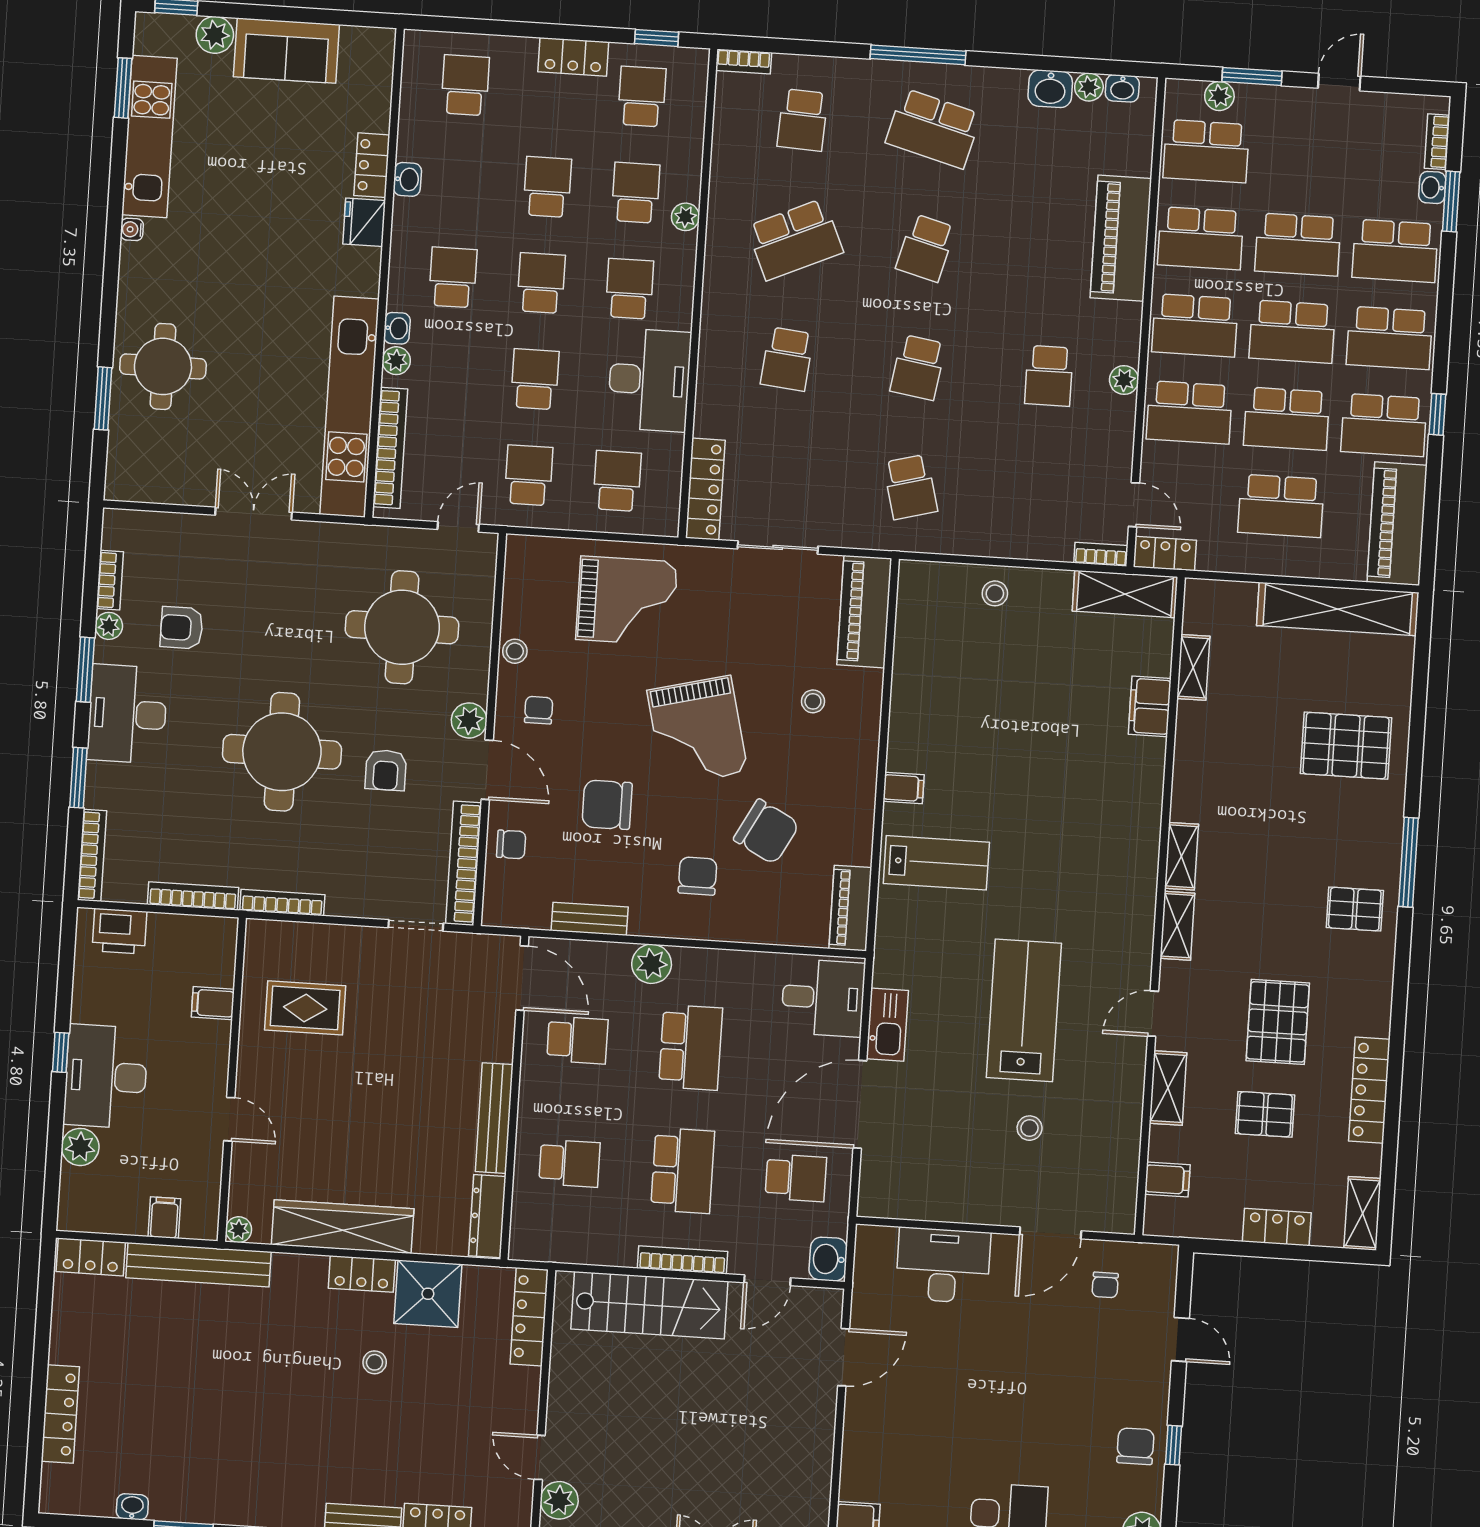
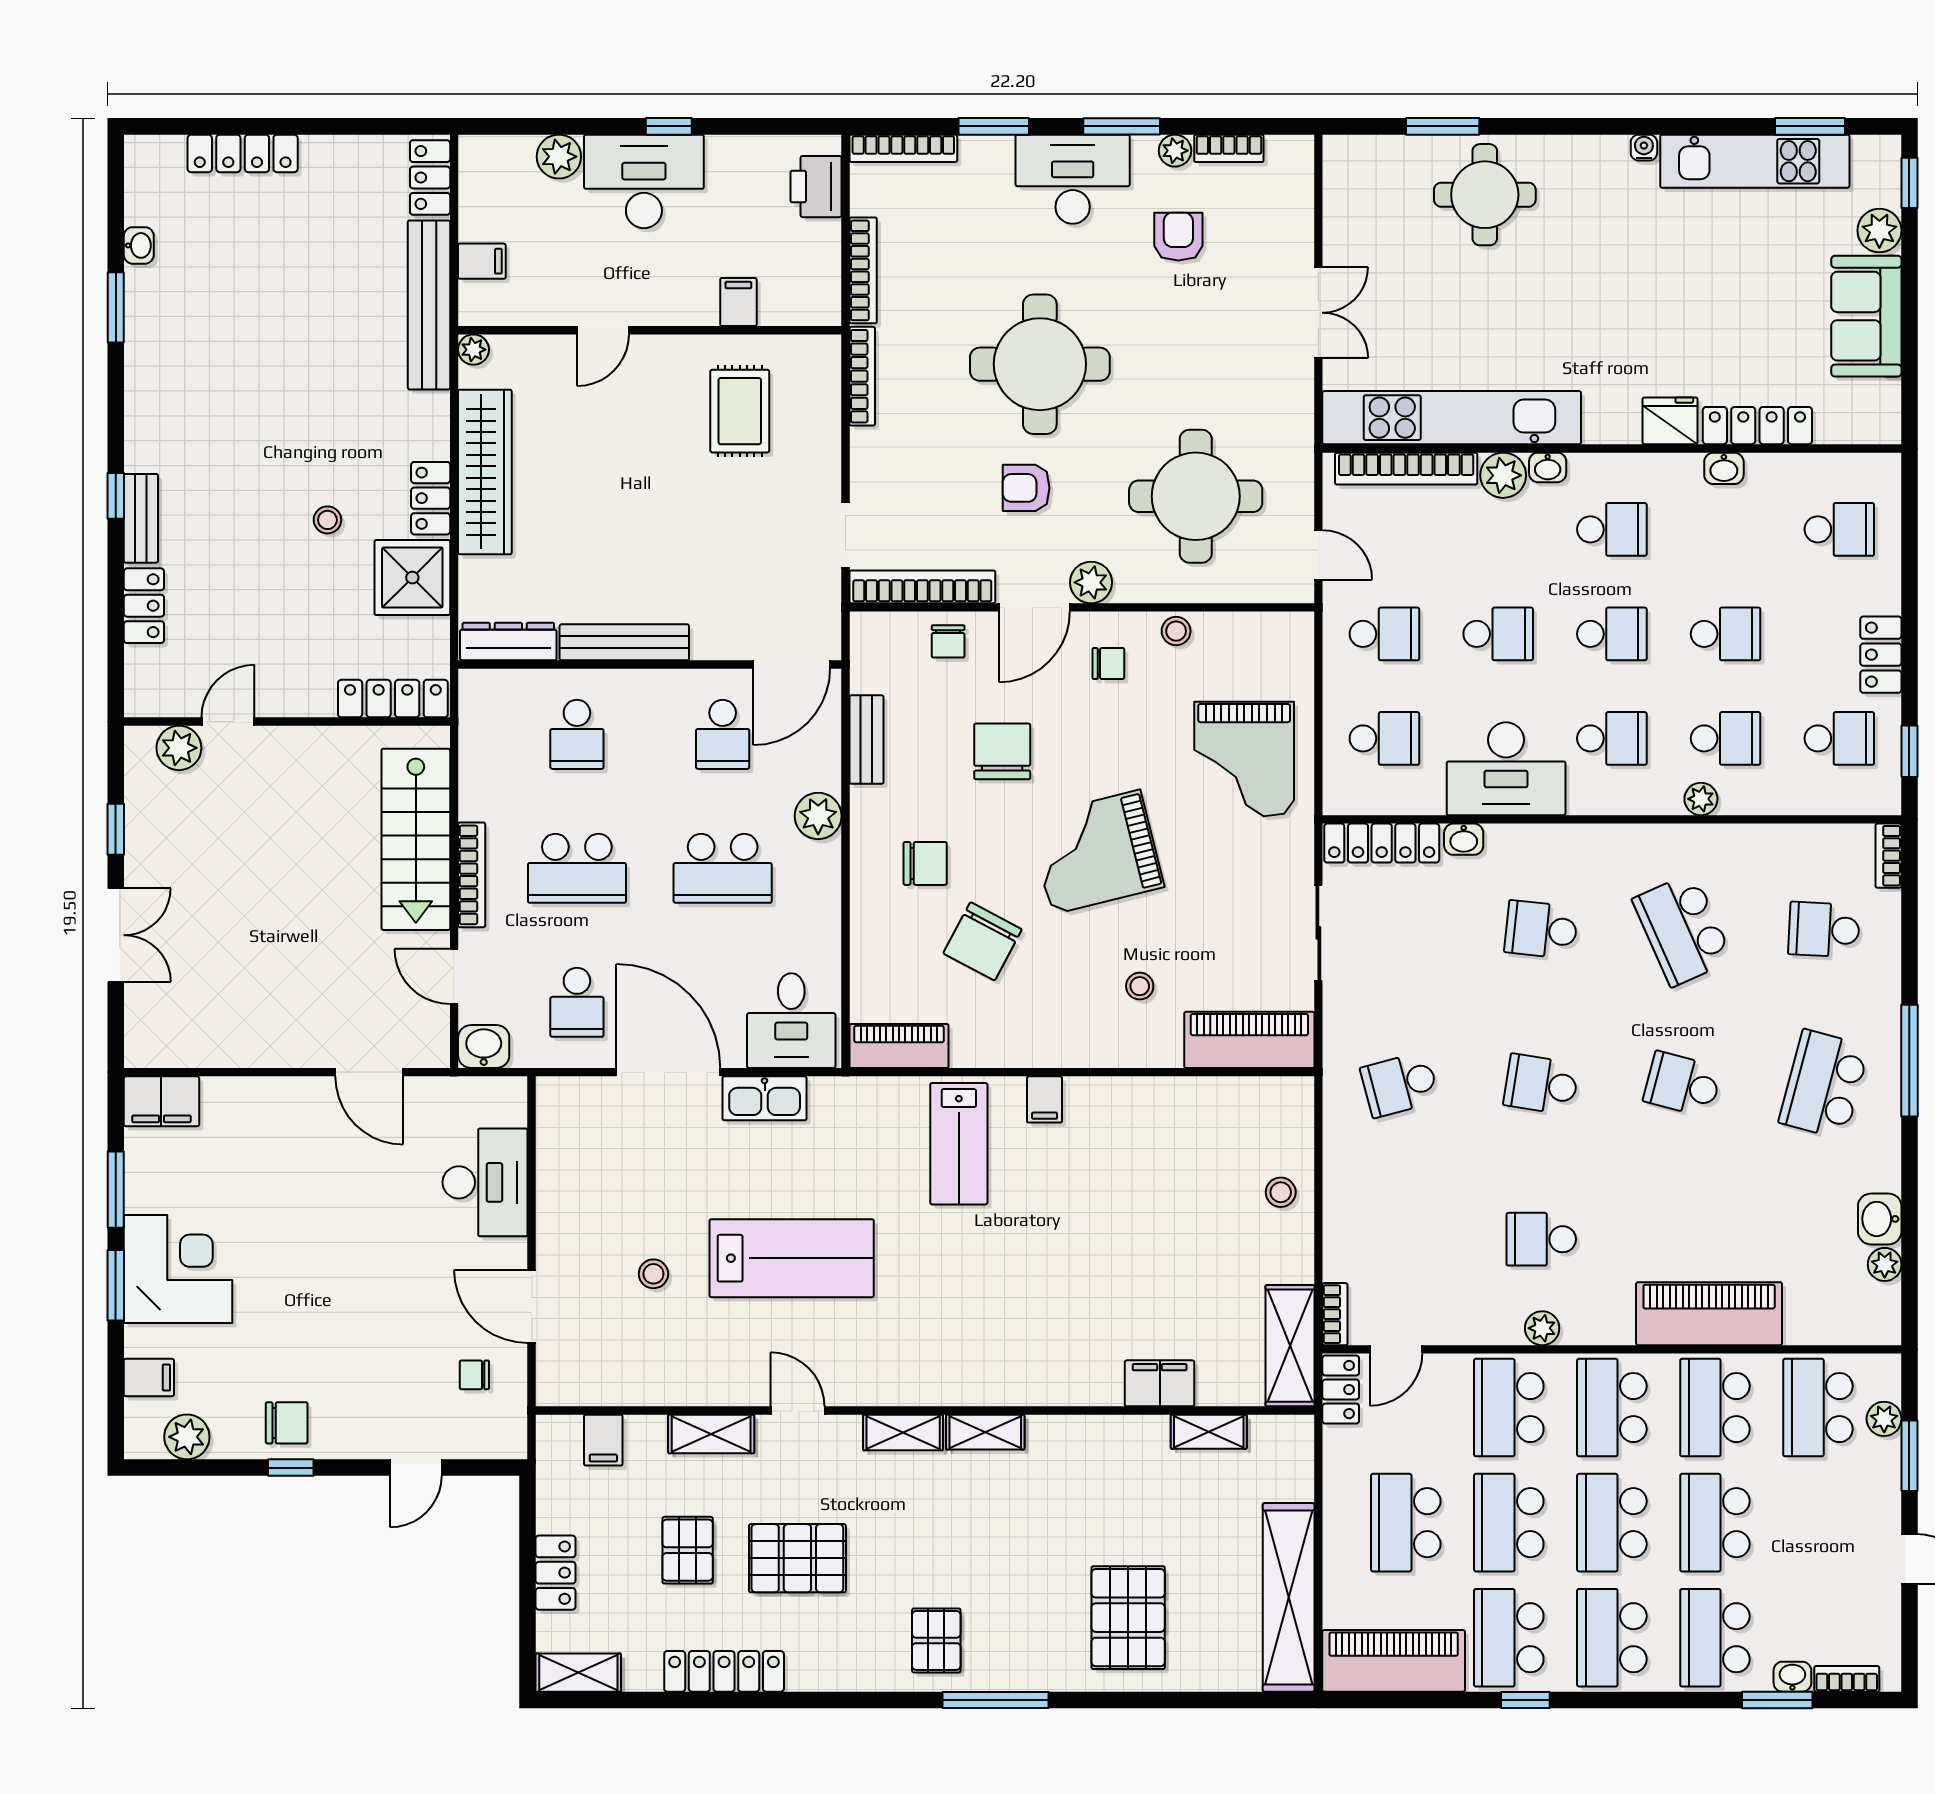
washbasin: (1122, 88) -> (1464, 839), moved, turned -90
locker: (372, 165) -> (1757, 426), width x1.53
plant: (396, 361) -> (1503, 475), width x1.38, depth x1.38

